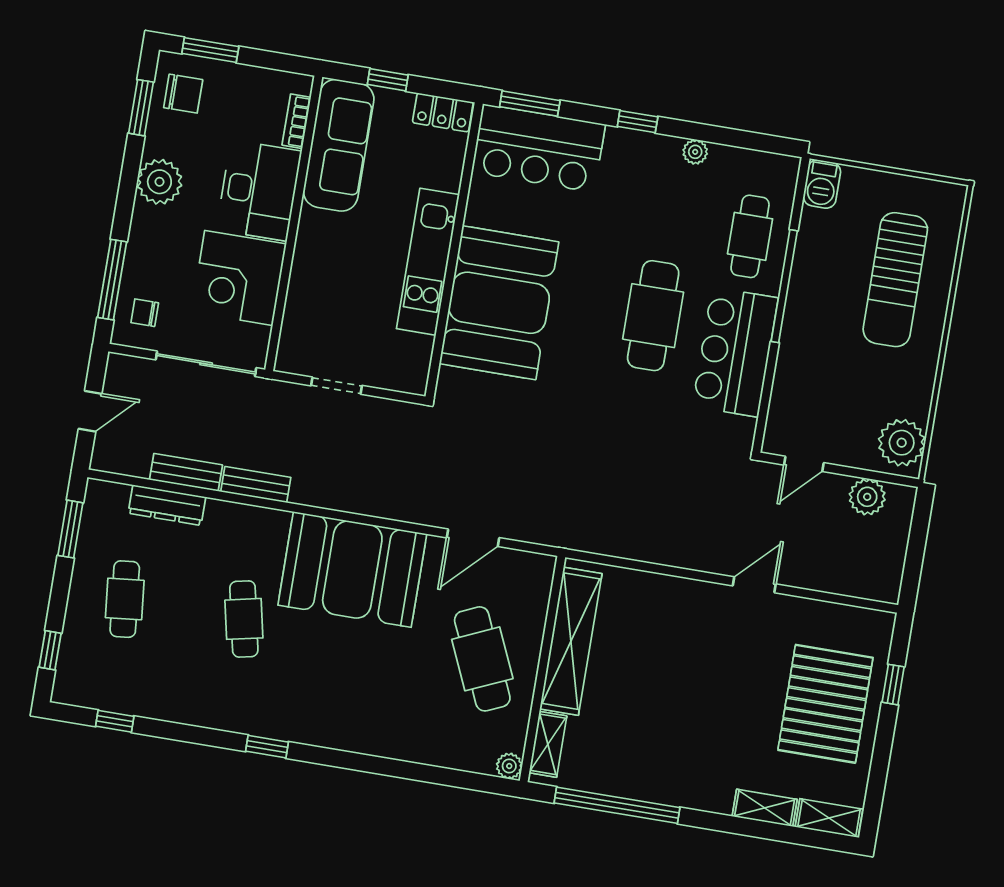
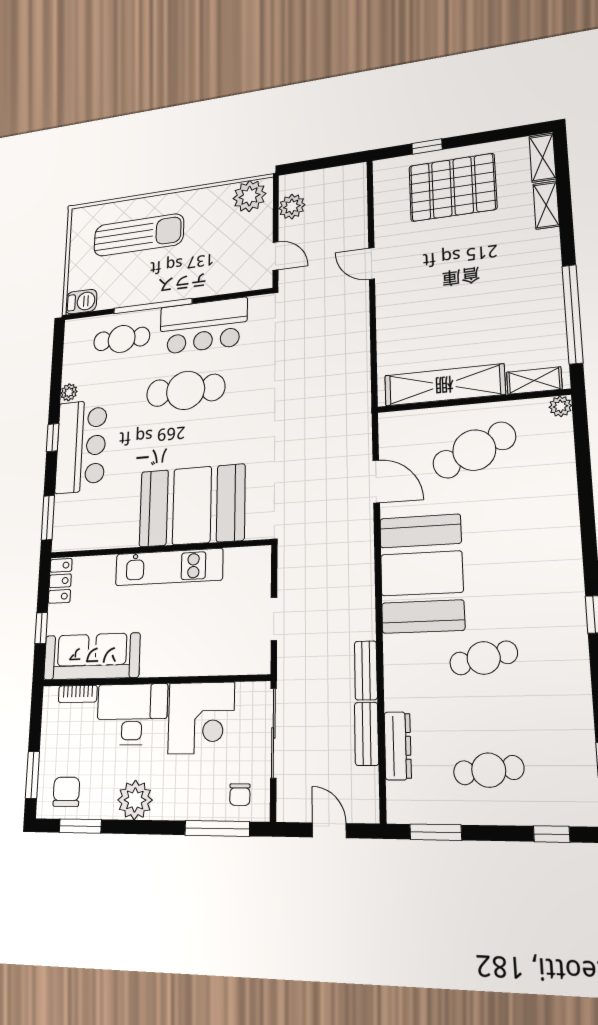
bar counter: (538, 148) -> (81, 446), moved

